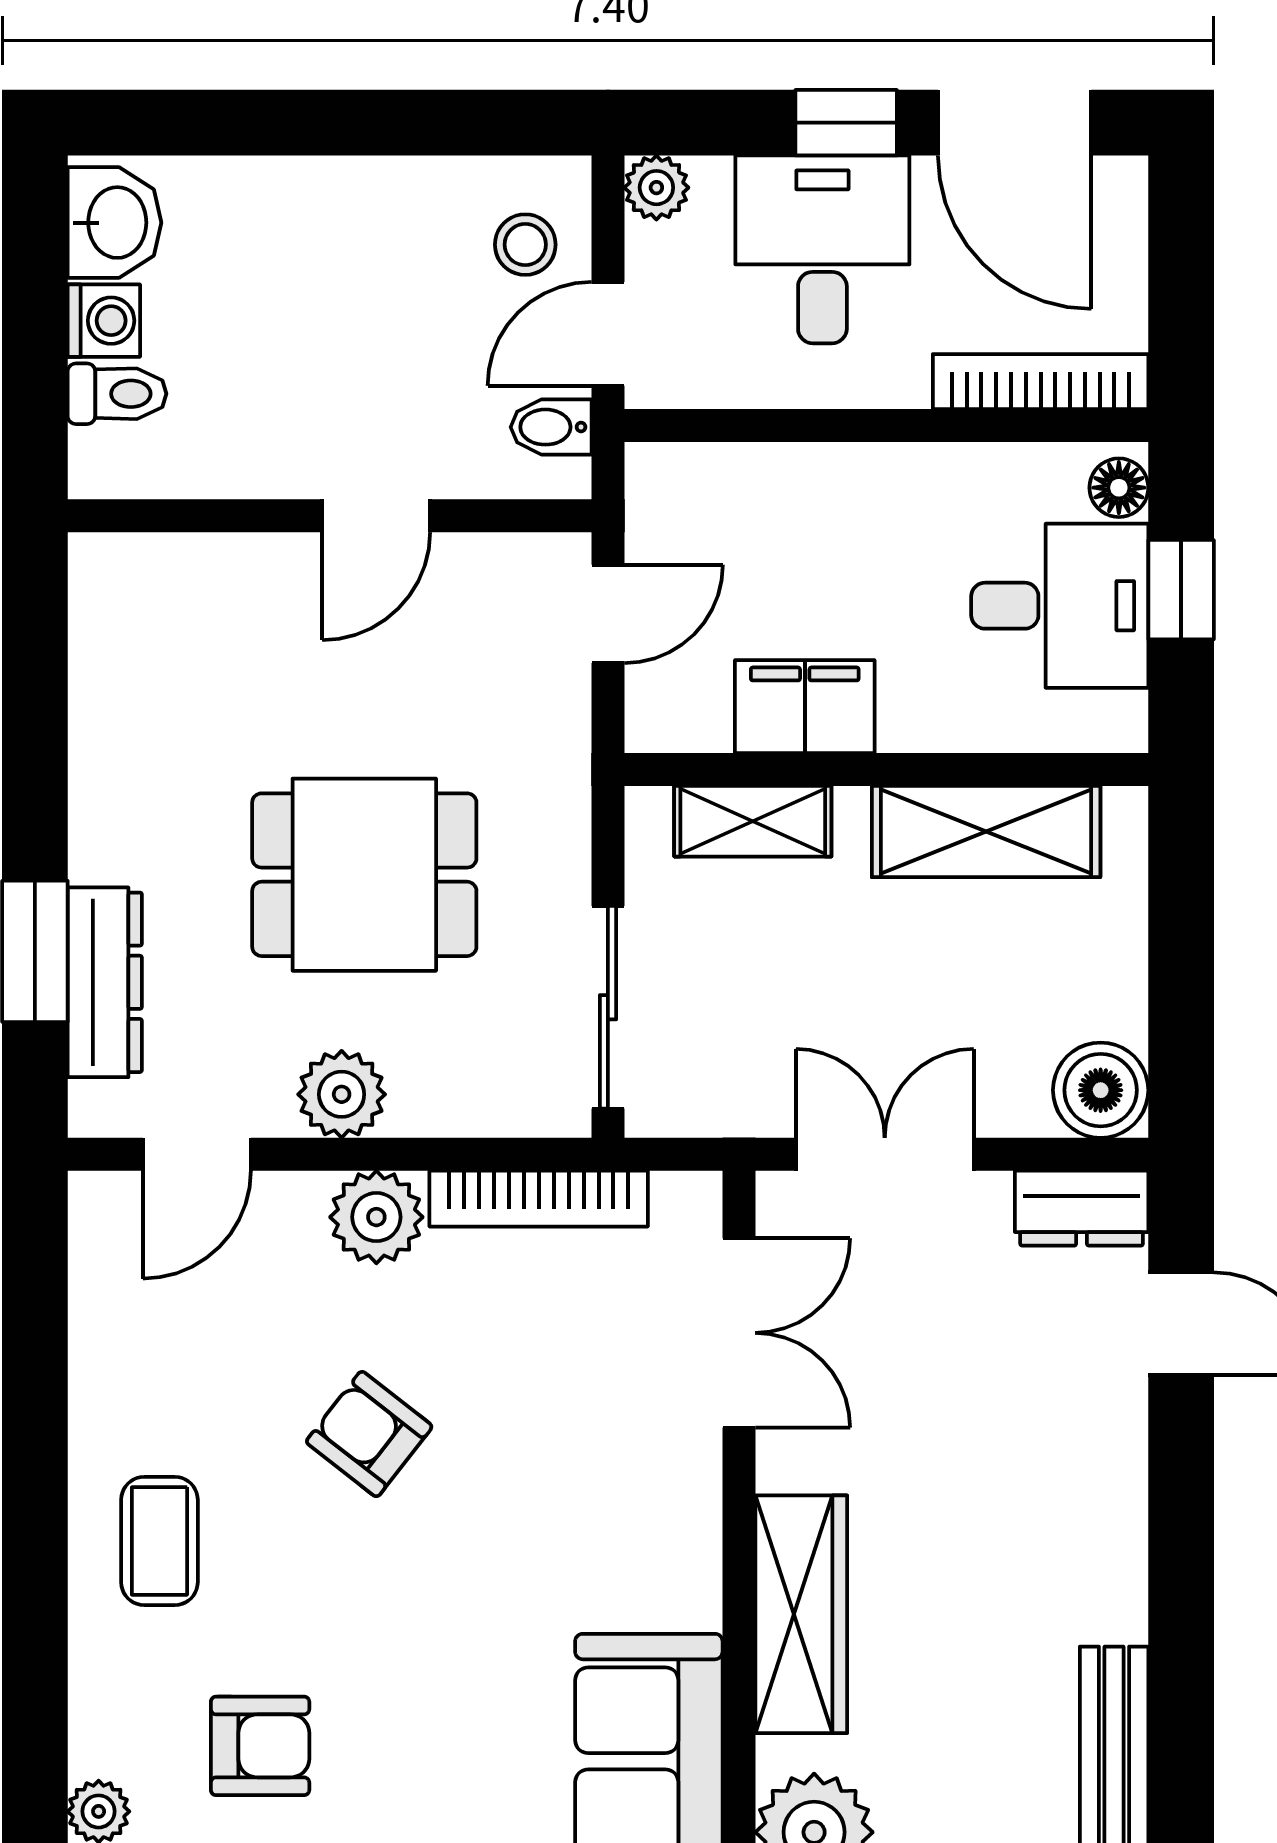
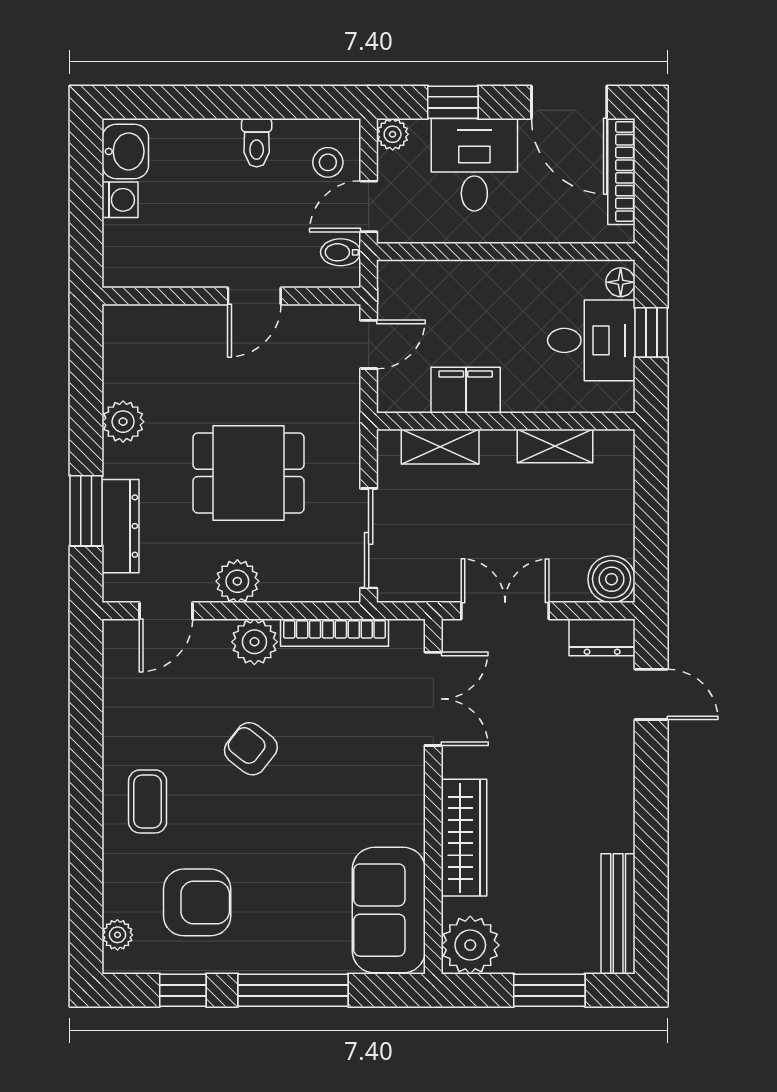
window: (846, 123) -> (453, 102), moved
bookcase: (1041, 382) -> (621, 172), moved, turned -90
toilet: (117, 394) -> (257, 143), moved, turned 90
plant: (110, 770) -> (123, 422), added
shelving: (986, 832) -> (555, 446), width x0.67, depth x0.75
armchair: (260, 1746) -> (197, 902), width x1.38, depth x1.38

